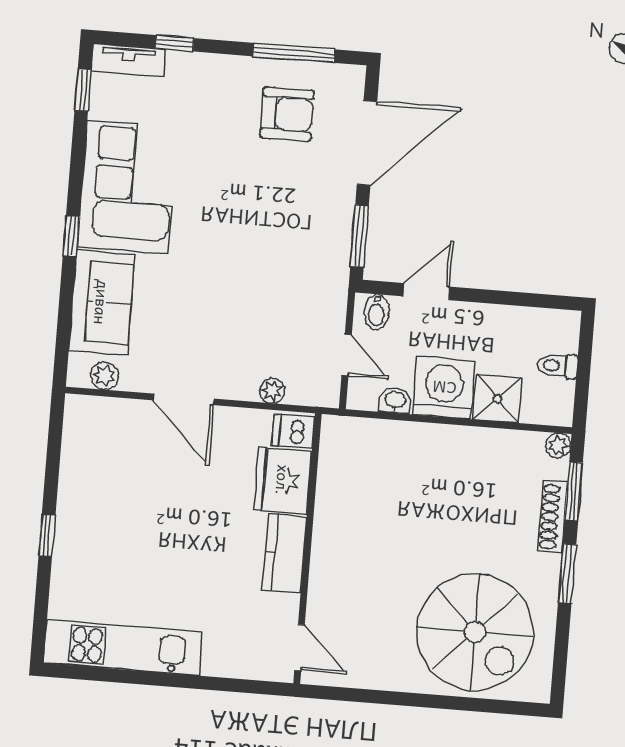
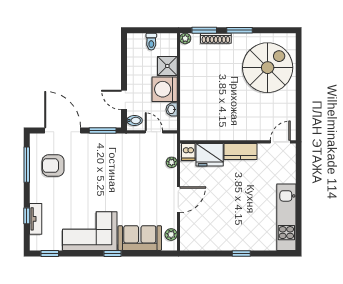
tv unit: (128, 60) -> (36, 219), moved
armchair: (287, 114) -> (53, 165), turned -90
door: (347, 355) -> (154, 132), hinge flipped

